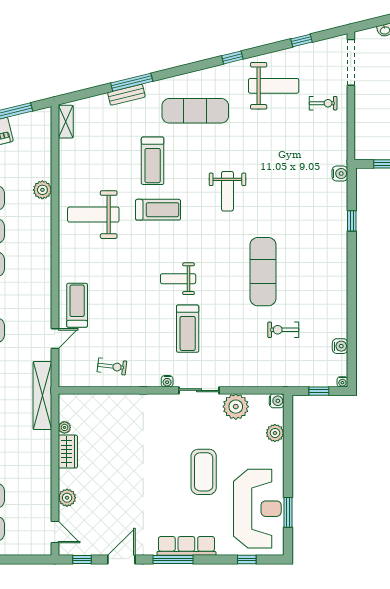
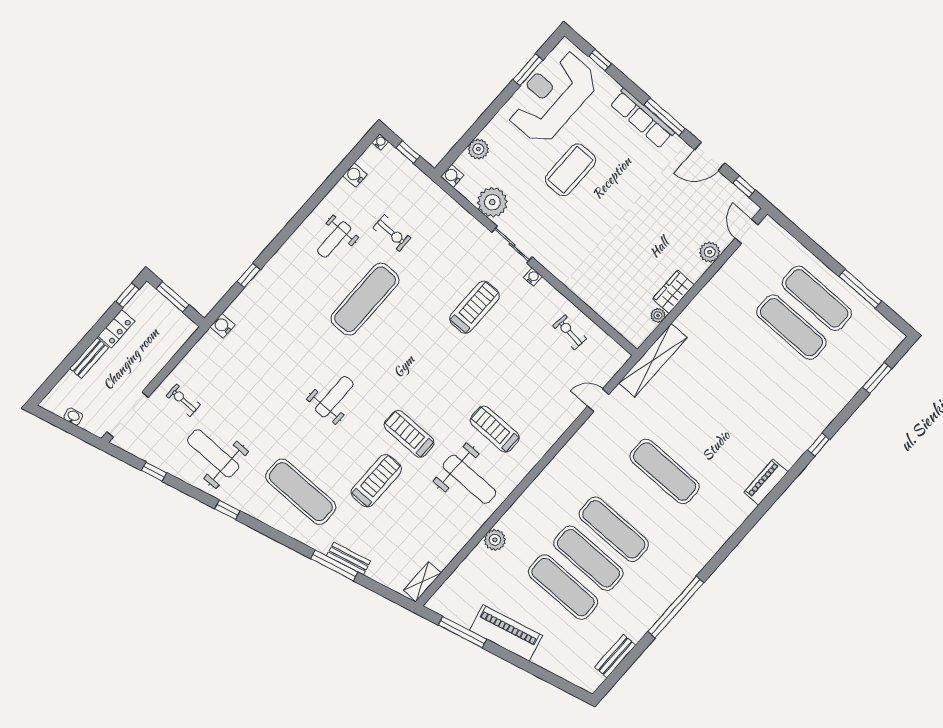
weight bench: (178, 279) -> (334, 240), moved, turned 90
treadmill: (77, 305) -> (495, 429), moved, turned 90

